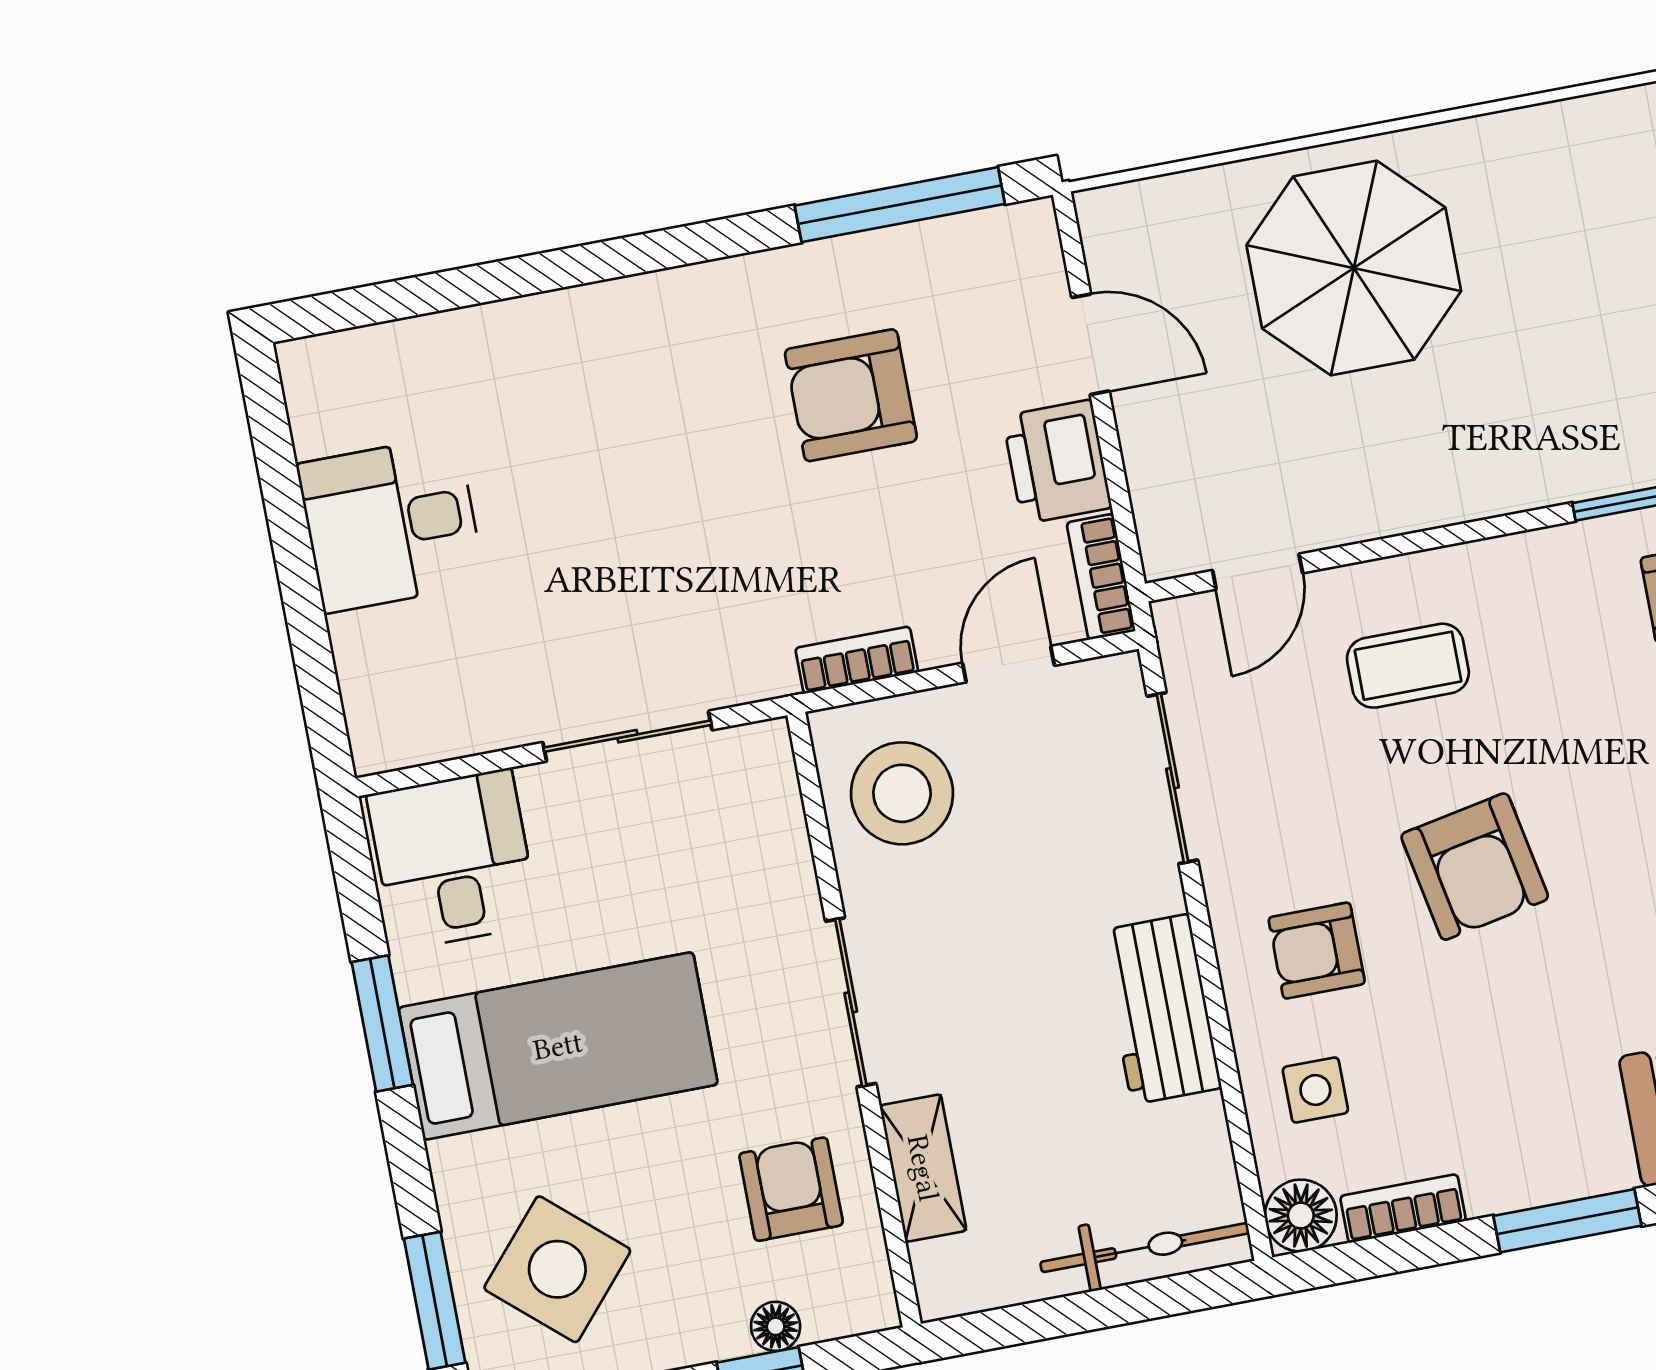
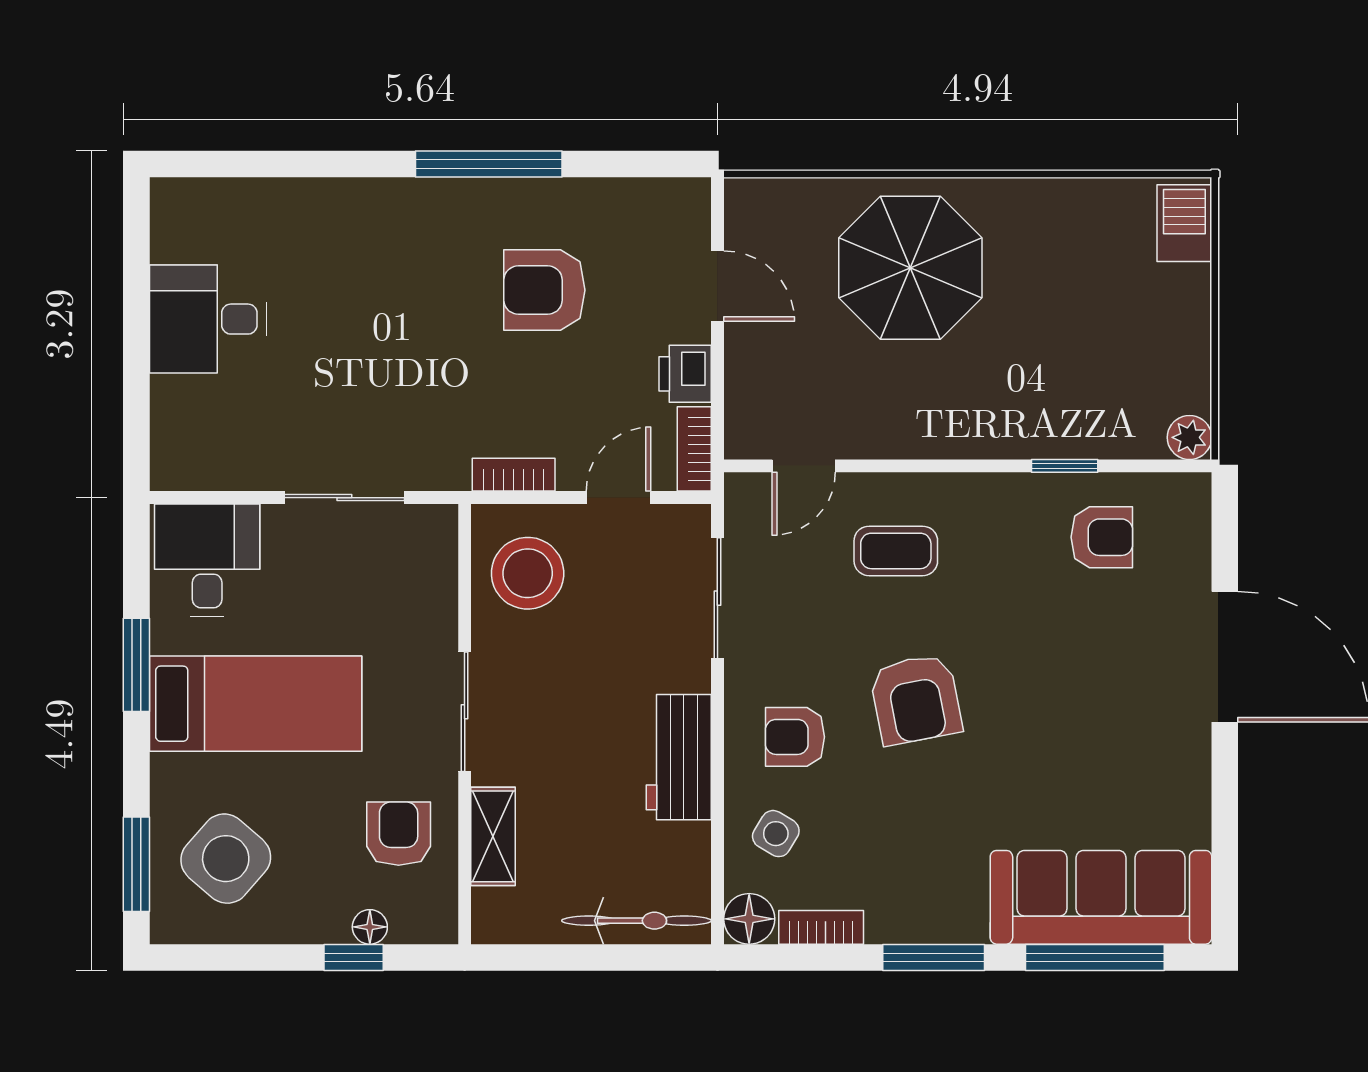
window: (900, 205) -> (489, 164), moved
printer: (1057, 462) -> (685, 374), width x0.73, depth x0.81
side table: (1315, 1090) -> (776, 834), turned 31

